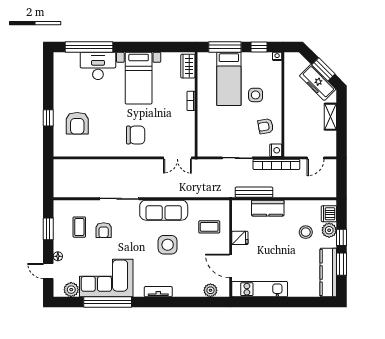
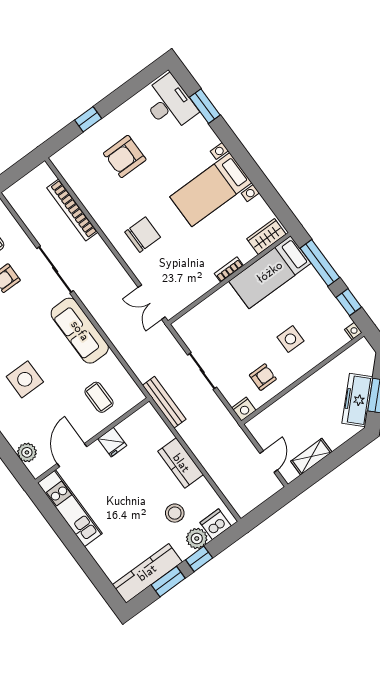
window: (89, 47) -> (205, 106), width x0.47
desk: (98, 66) -> (169, 104), moved
bed: (229, 79) -> (270, 272), moved
shelving: (330, 117) -> (311, 457), moved
armchair: (77, 123) -> (125, 156), moved
armchair: (266, 126) -> (263, 377), turned 100
chair: (136, 135) -> (143, 235), turned -90
door: (316, 158) -> (269, 462), swing flipped
bookcase: (276, 164) -> (72, 210), moved
bench: (254, 192) -> (164, 402), moved
kitchen counter: (268, 208) -> (181, 463), moved
side table: (168, 245) -> (25, 379), moved

